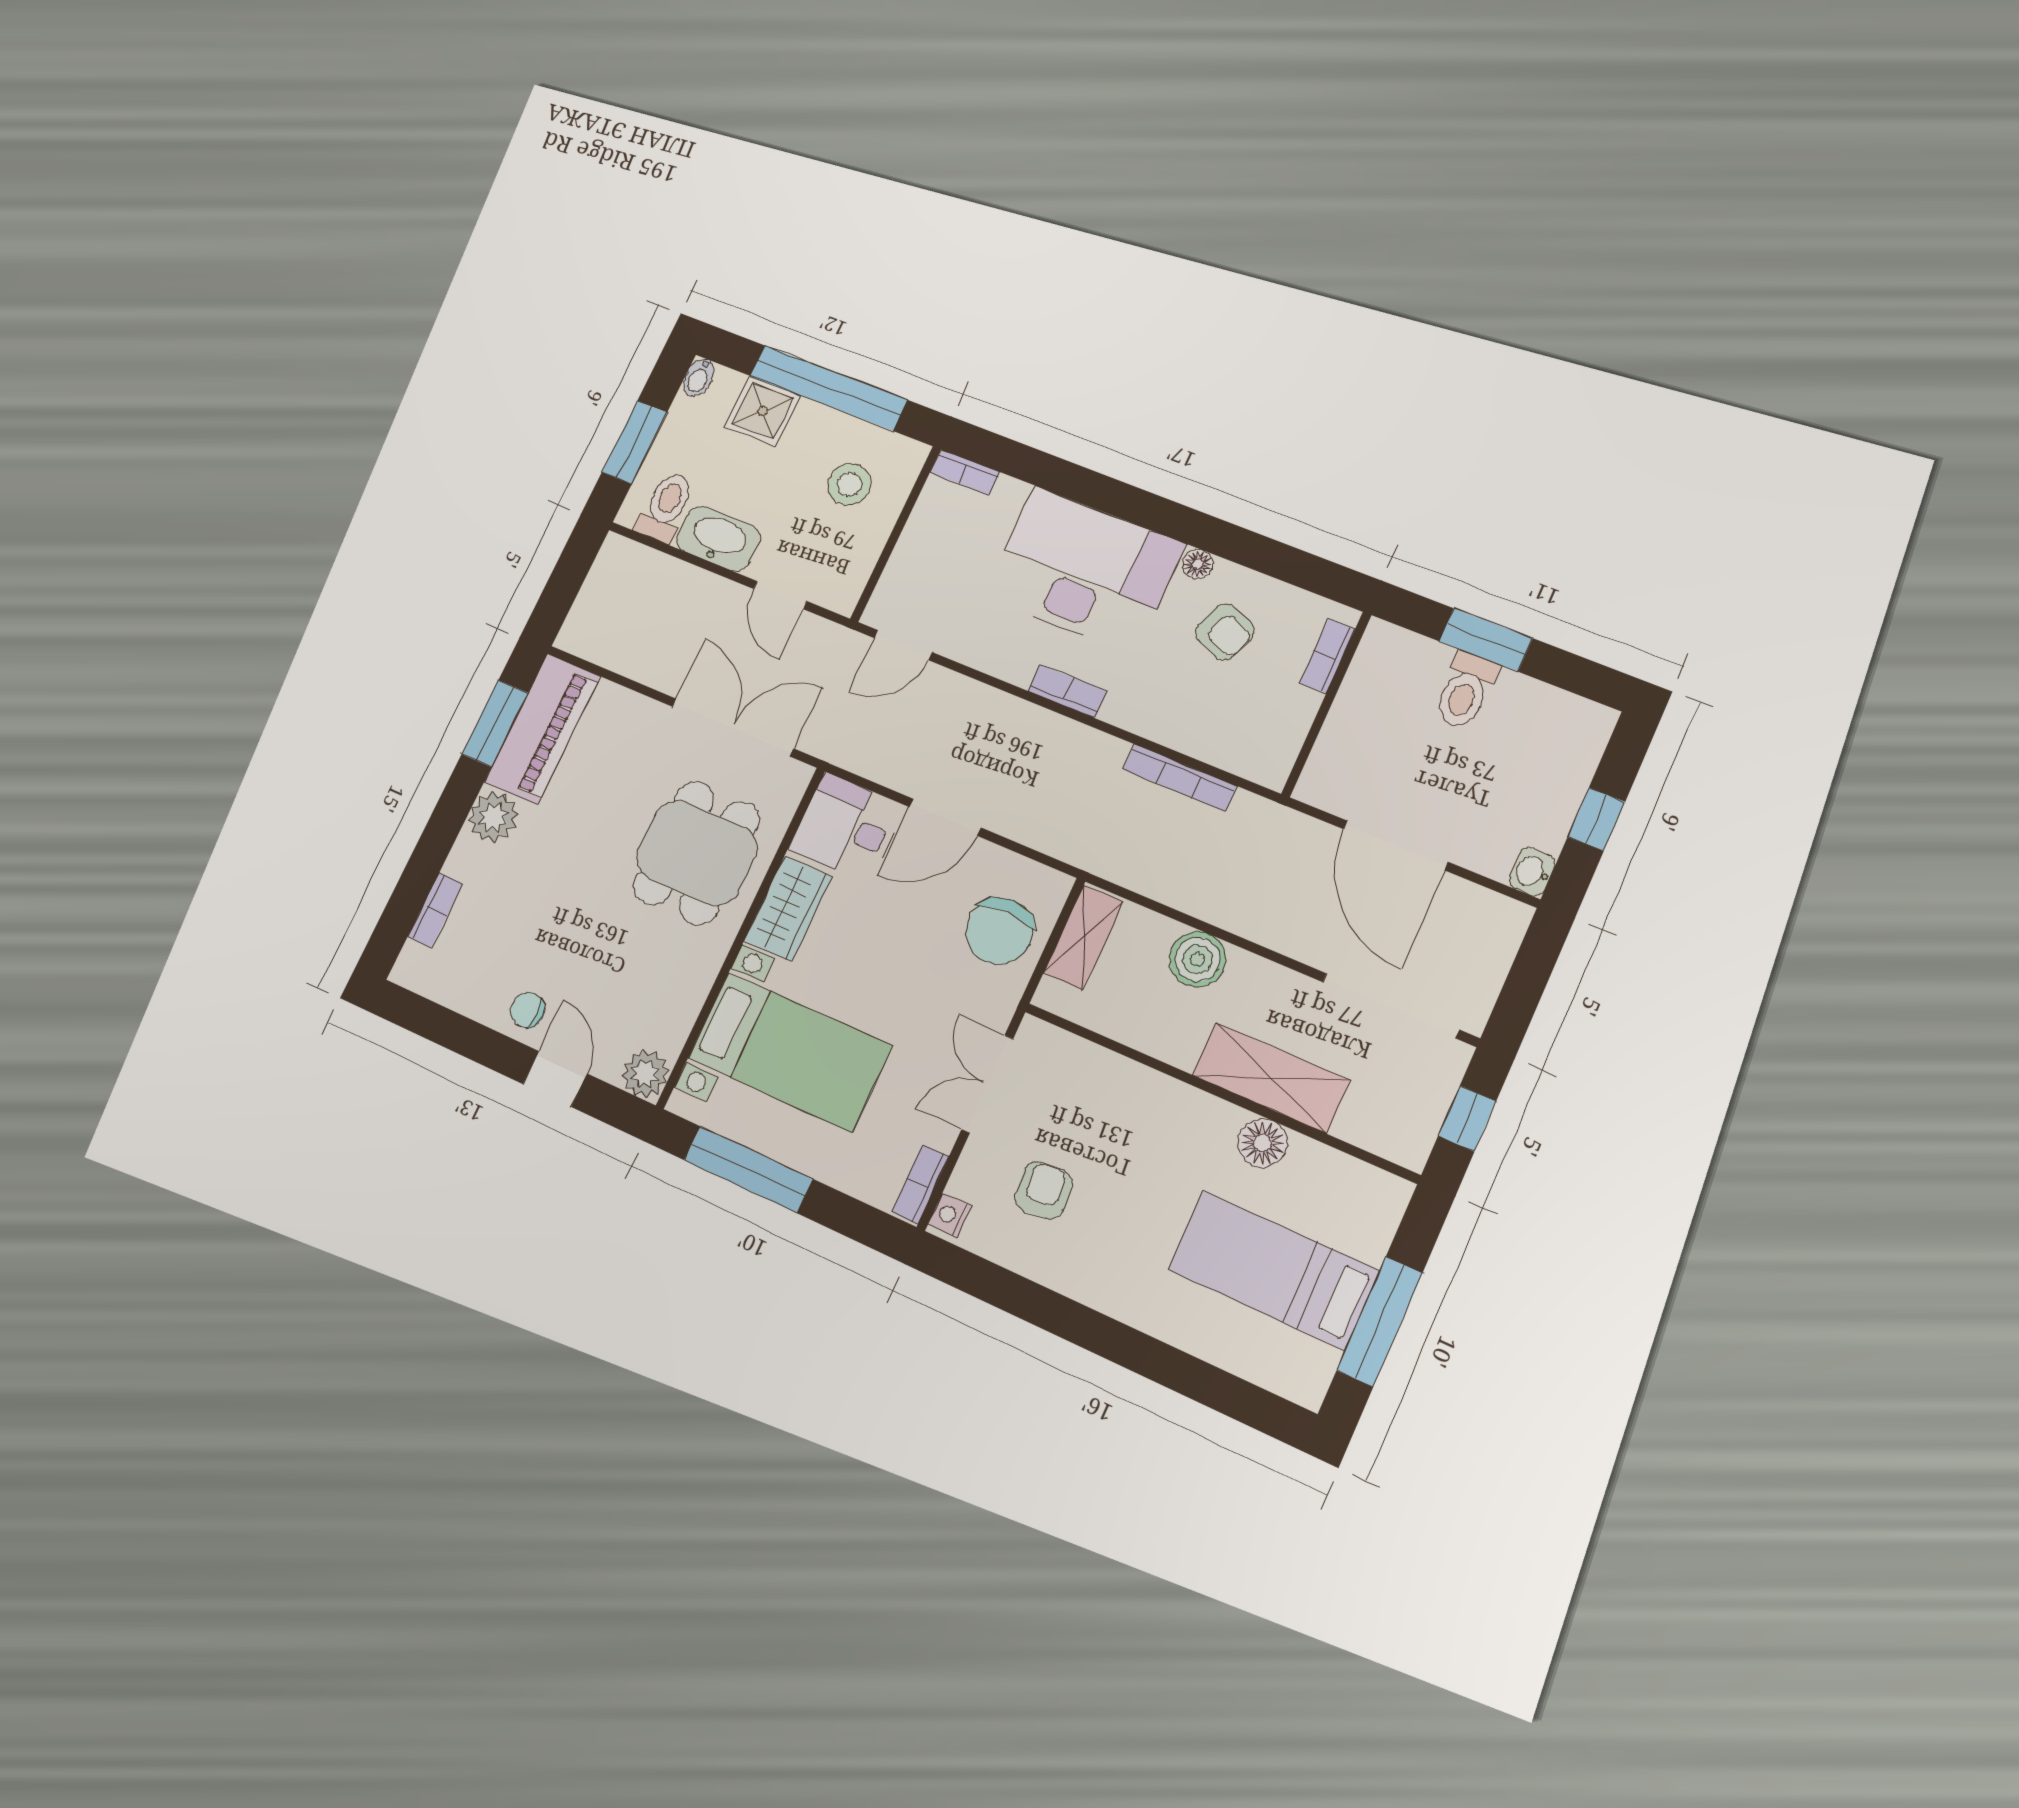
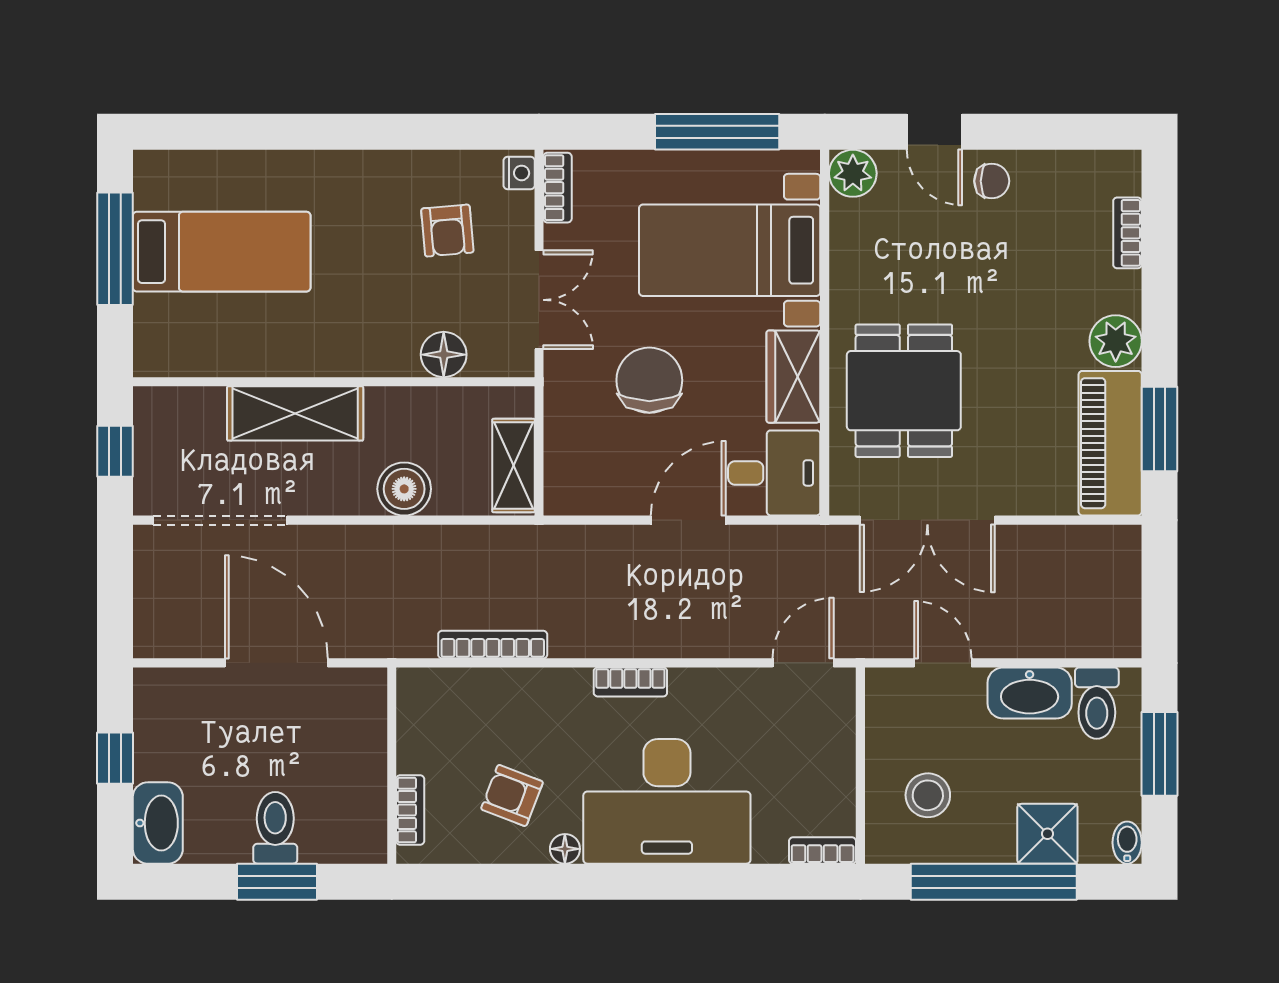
washbasin: (1532, 872) -> (158, 823), moved, width x1.91, depth x1.45
chair: (1000, 931) -> (649, 380), moved
floor lamp: (1263, 1143) -> (444, 355), moved

